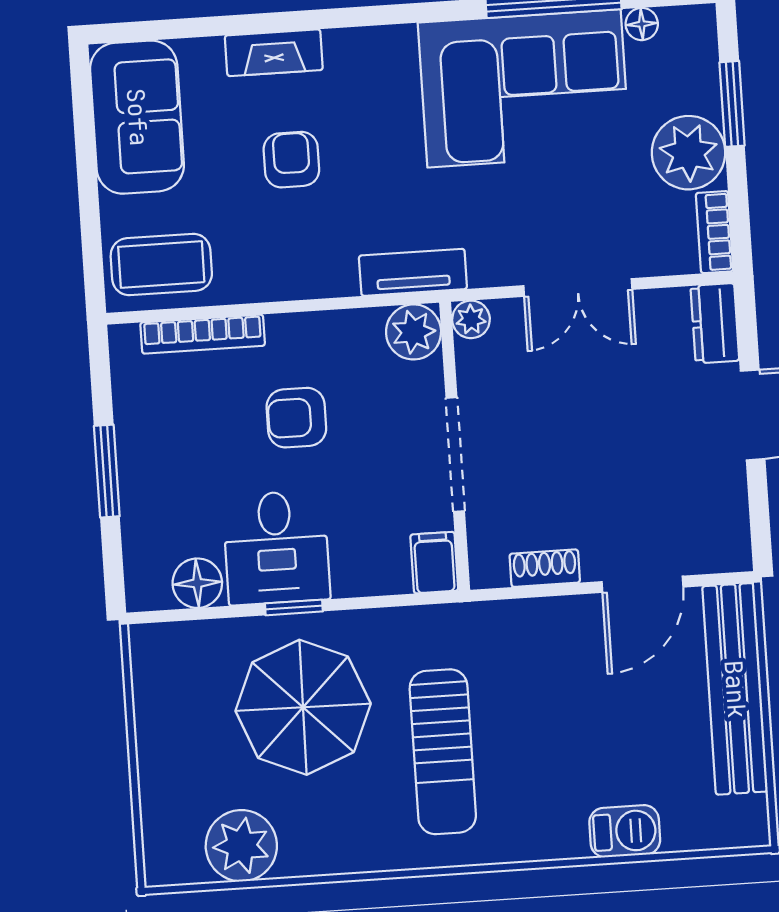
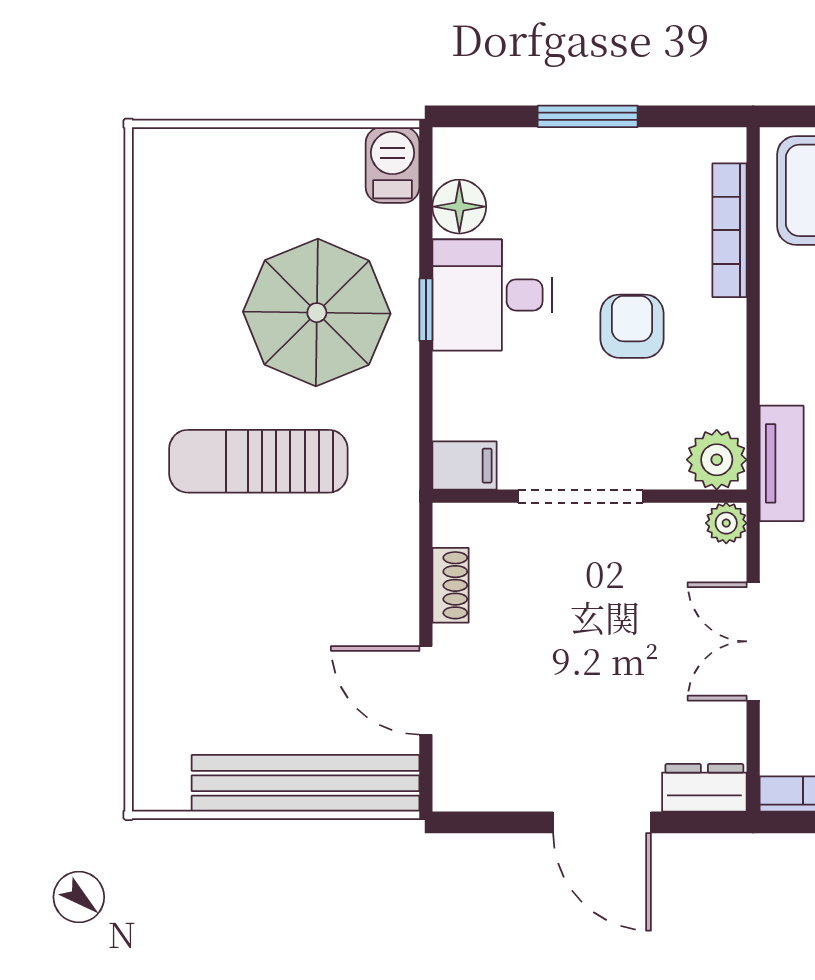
barbecue: (625, 831) -> (393, 165), moved, turned 180
plant: (241, 846) -> (171, 235), removed

